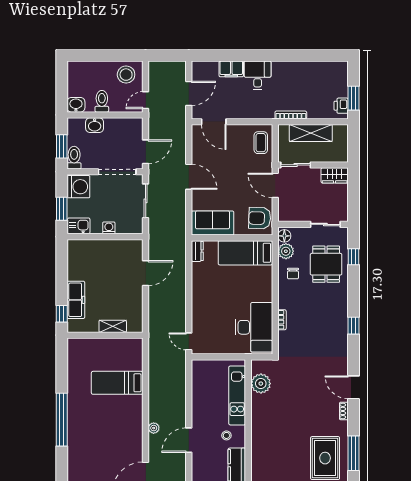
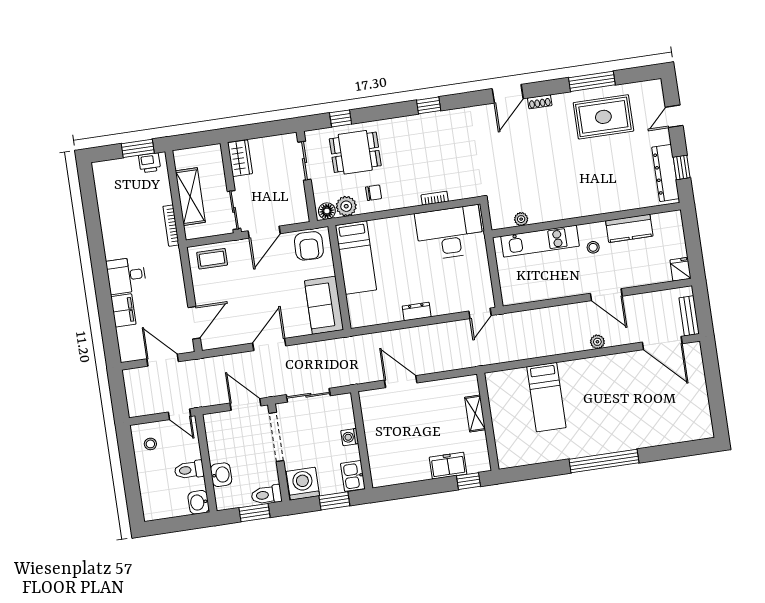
stool: (126, 75) -> (150, 444), width x0.53, depth x0.53
dresser: (197, 251) -> (417, 311), moved
freezer: (76, 300) -> (448, 466), width x0.71
plant: (261, 384) -> (521, 219), width x0.53, depth x0.53

